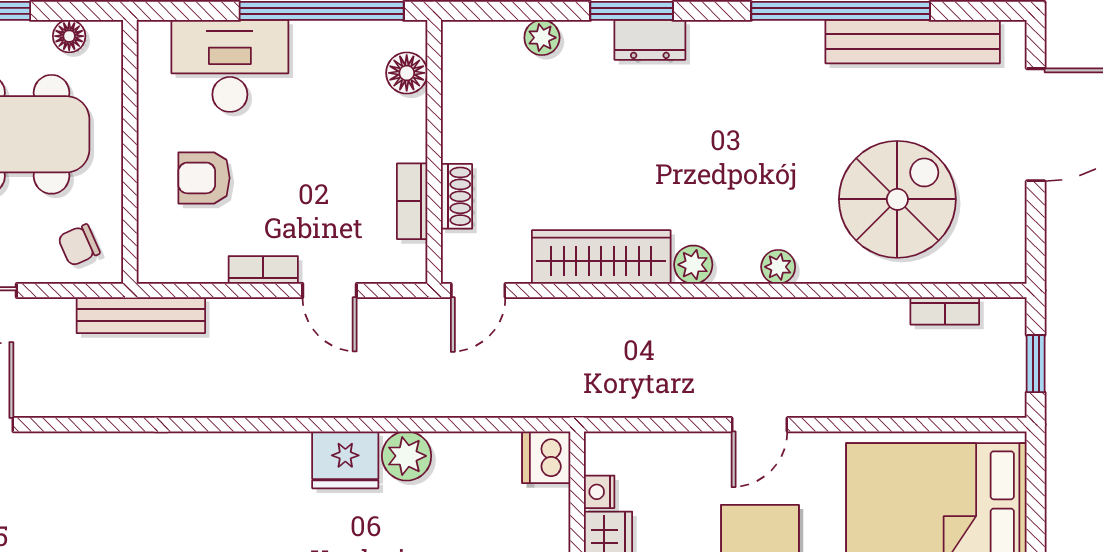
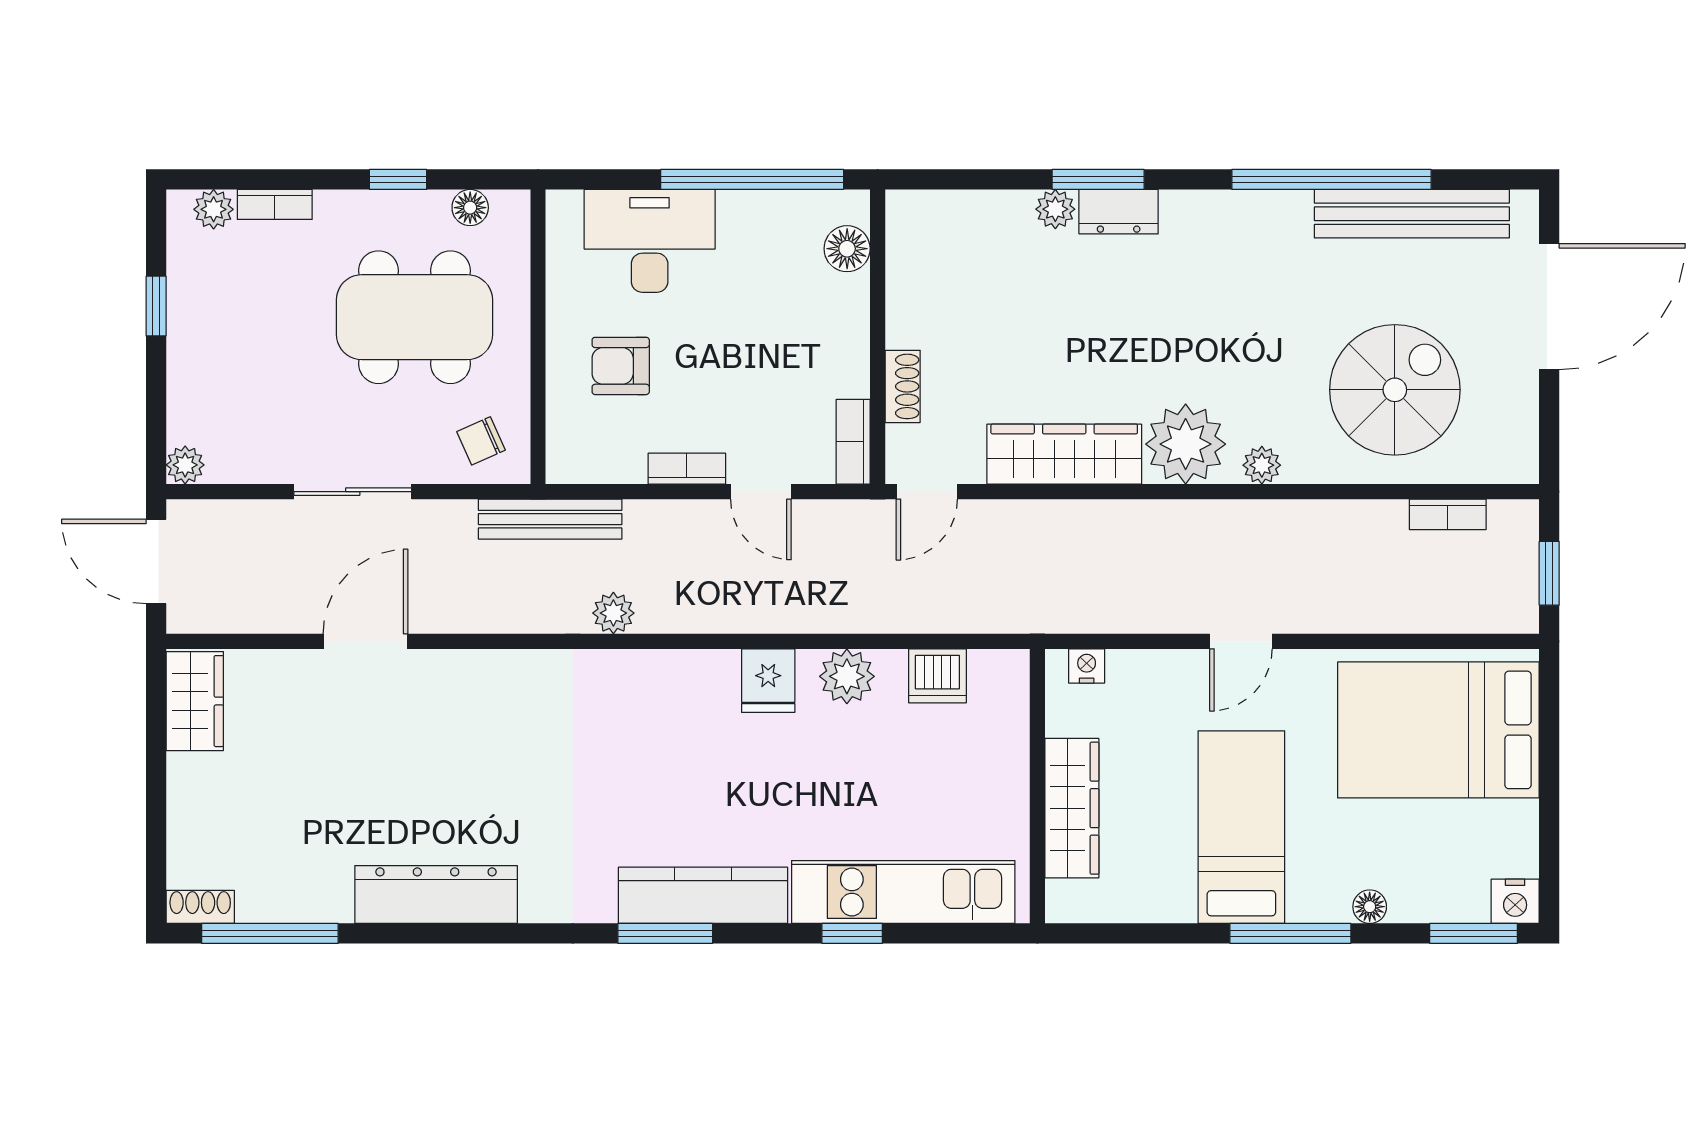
plant: (542, 38) -> (1055, 209), moved
bookcase: (412, 201) -> (853, 442), moved
plant: (693, 265) -> (1186, 444), width x1.88, depth x1.88
plant: (197, 399) -> (613, 613), added
dishwasher: (546, 457) -> (937, 676), moved, turned -90
fridge: (345, 460) -> (768, 681), width x0.72
nightstand: (599, 492) -> (1087, 666), moved, turned 90

